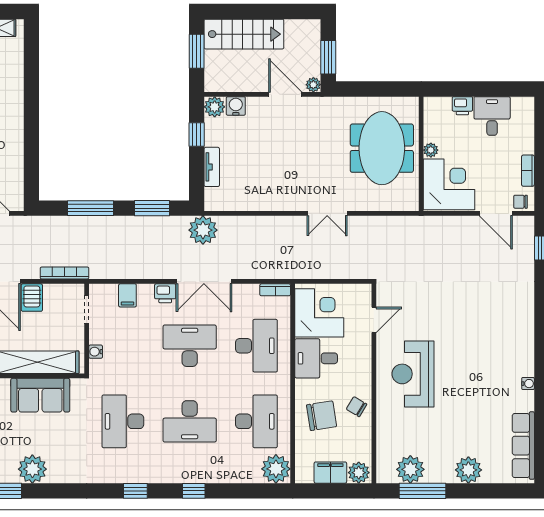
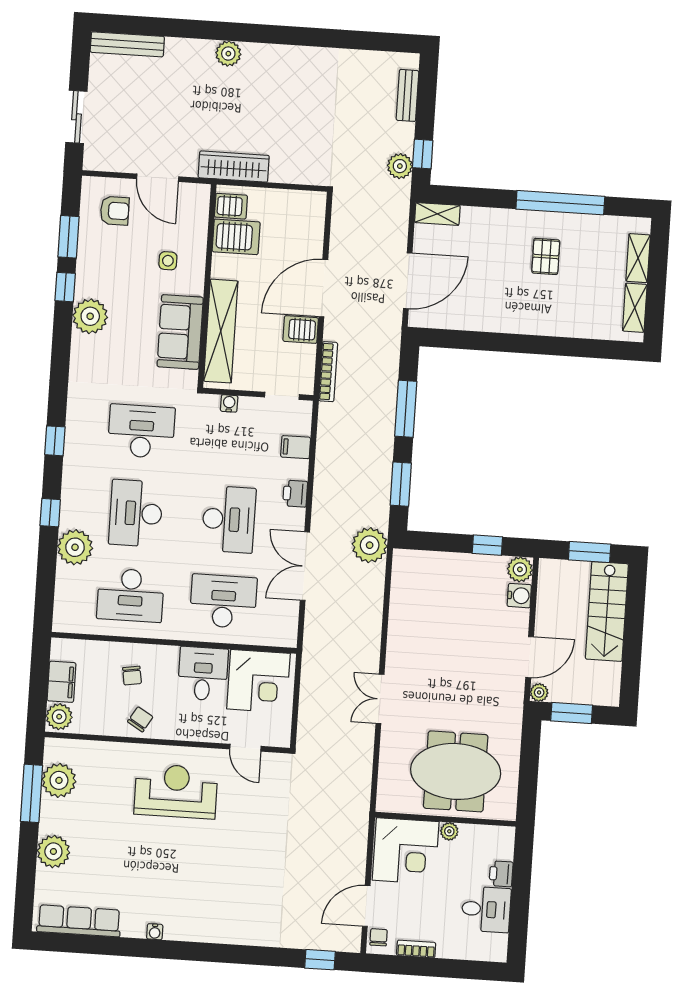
tv unit: (212, 167) -> (446, 561), removed
double door: (204, 281) -> (305, 566), moved
bookcase: (275, 290) -> (290, 629), removed
desk: (256, 346) -> (223, 601), turned 180
chair: (322, 416) -> (132, 676), width x0.54, depth x0.54
plant: (276, 469) -> (75, 547), moved

